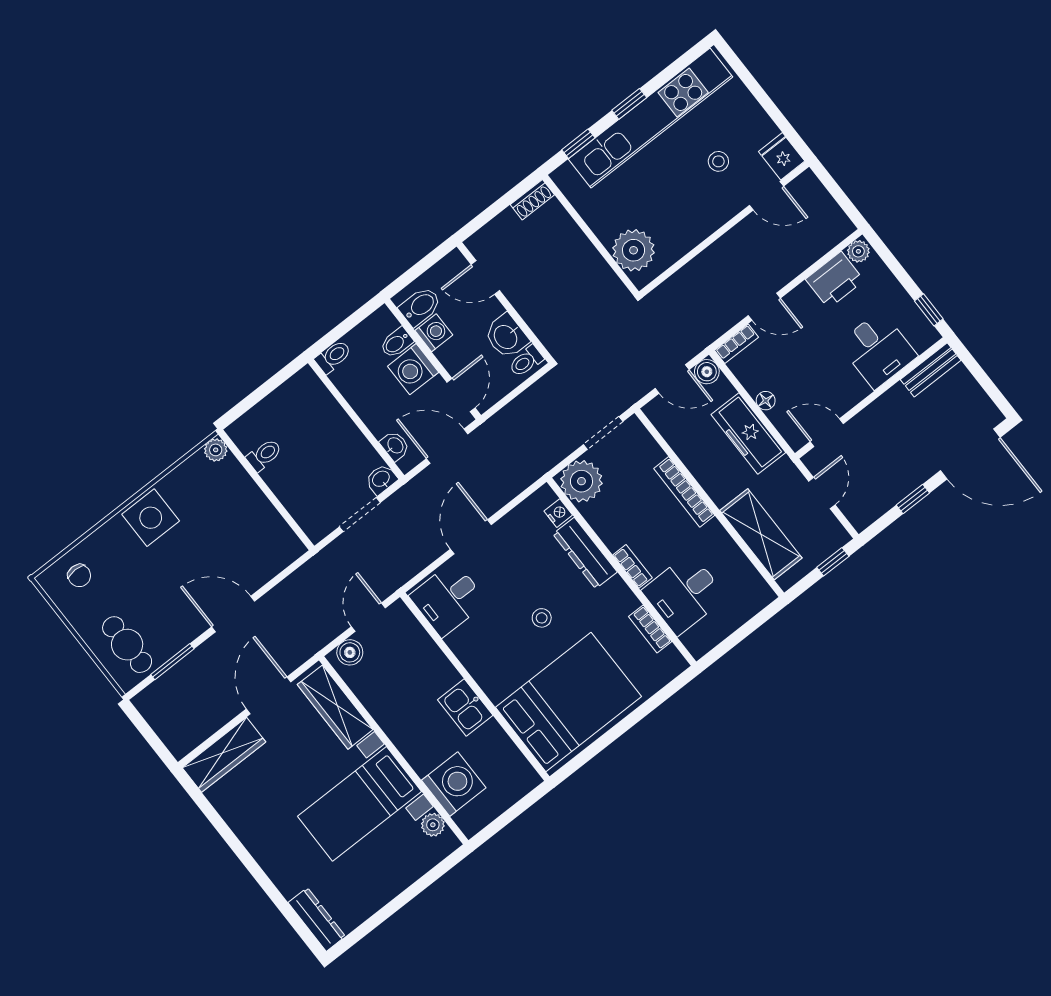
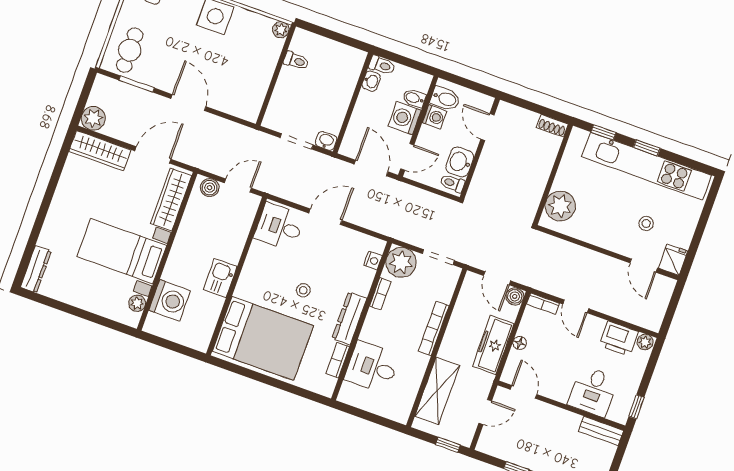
washbasin: (395, 446) -> (371, 81), moved
dresser: (585, 553) -> (349, 318), moved
bookcase: (632, 566) -> (380, 294), moved
plant: (181, 739) -> (93, 118), added

